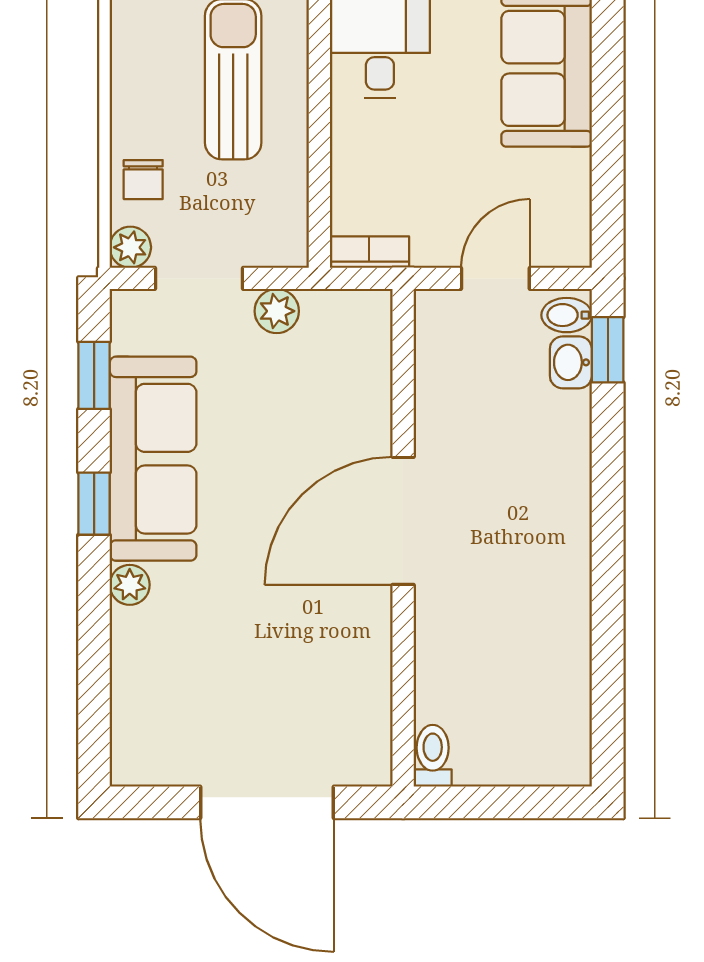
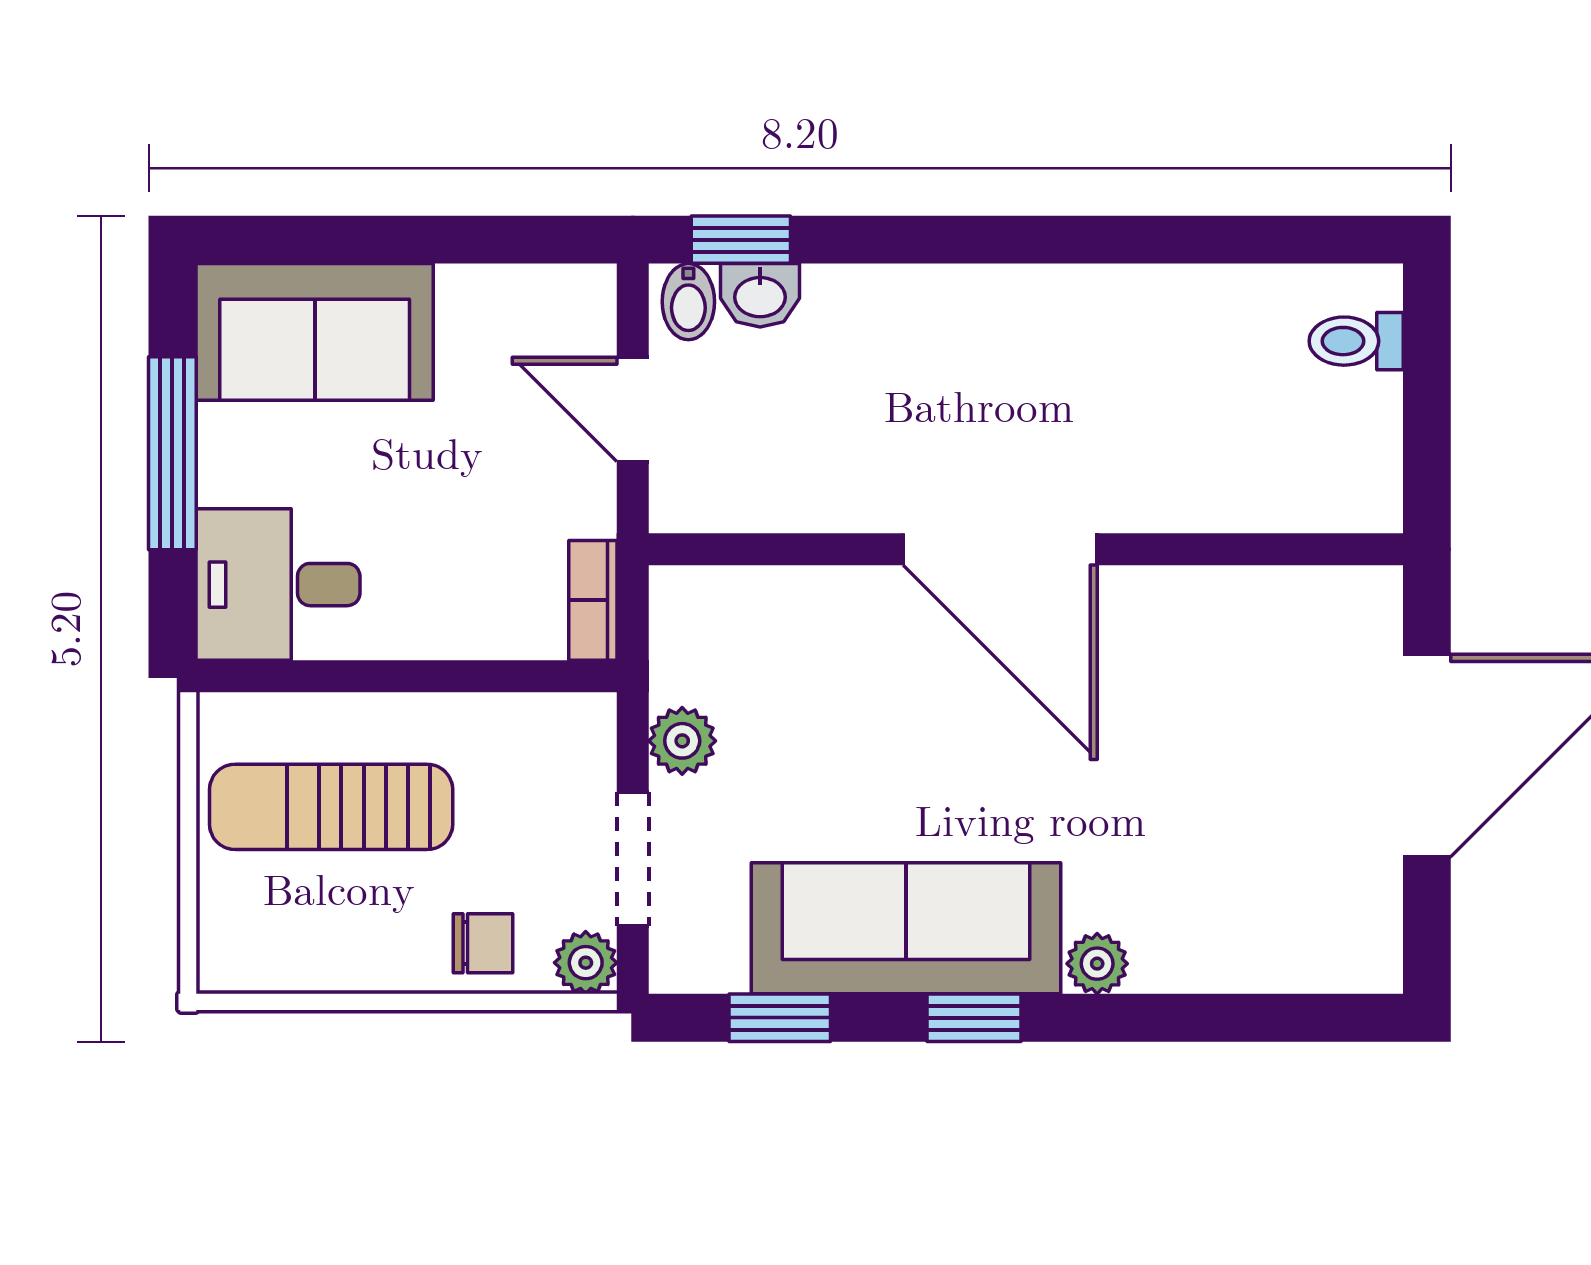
toilet: (433, 756) -> (1356, 341), moved

